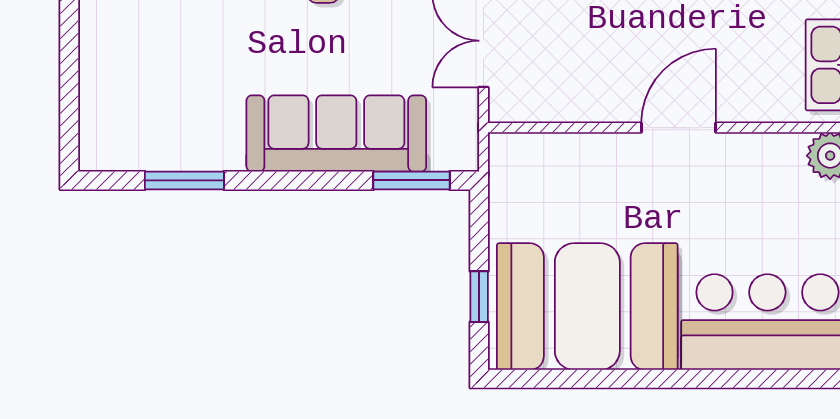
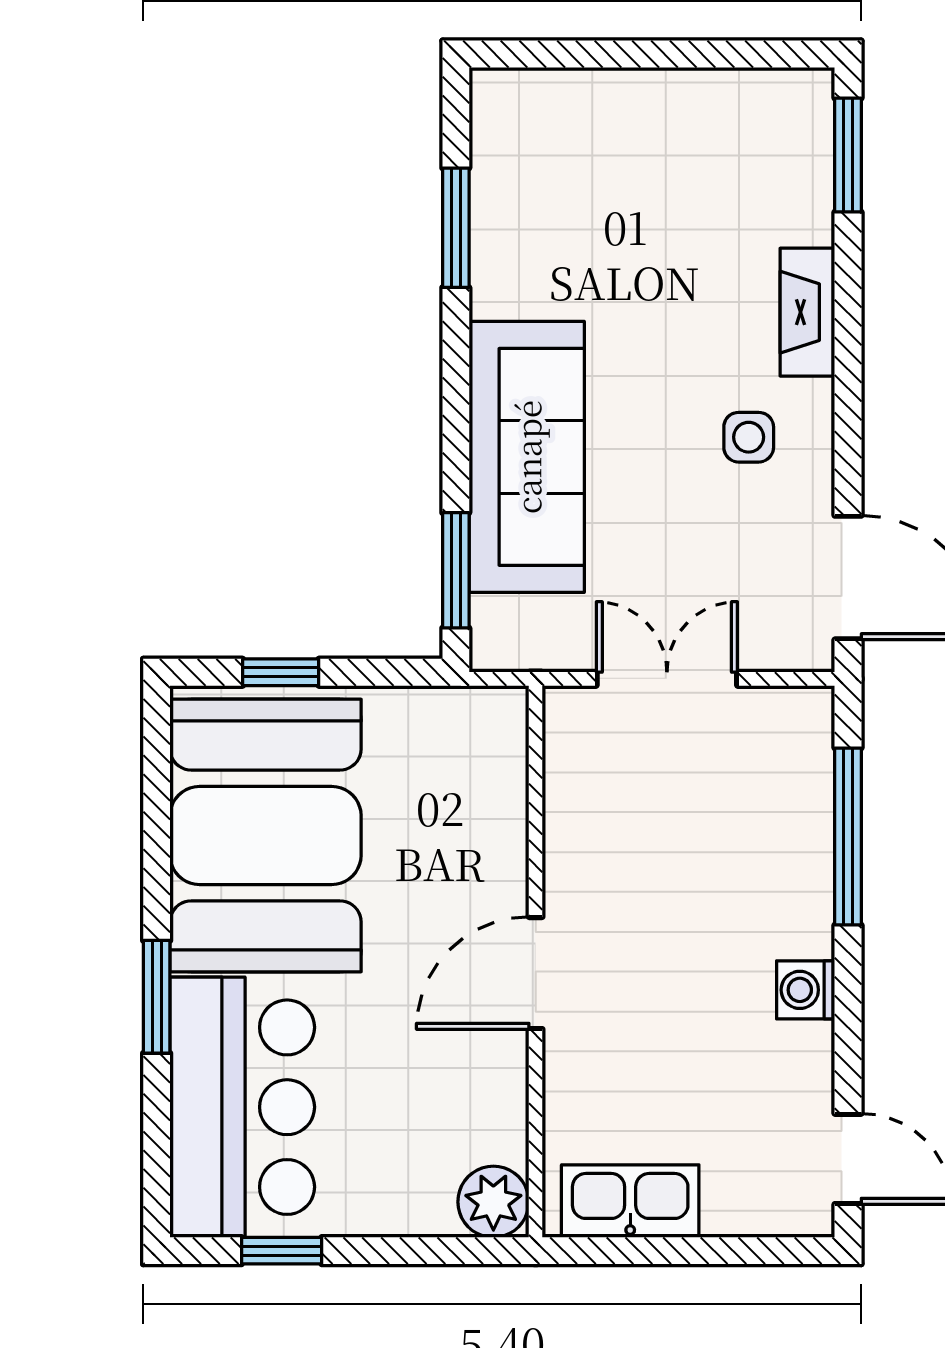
door: (678, 128) -> (536, 973), swing flipped
window: (694, 379) -> (157, 997), added

